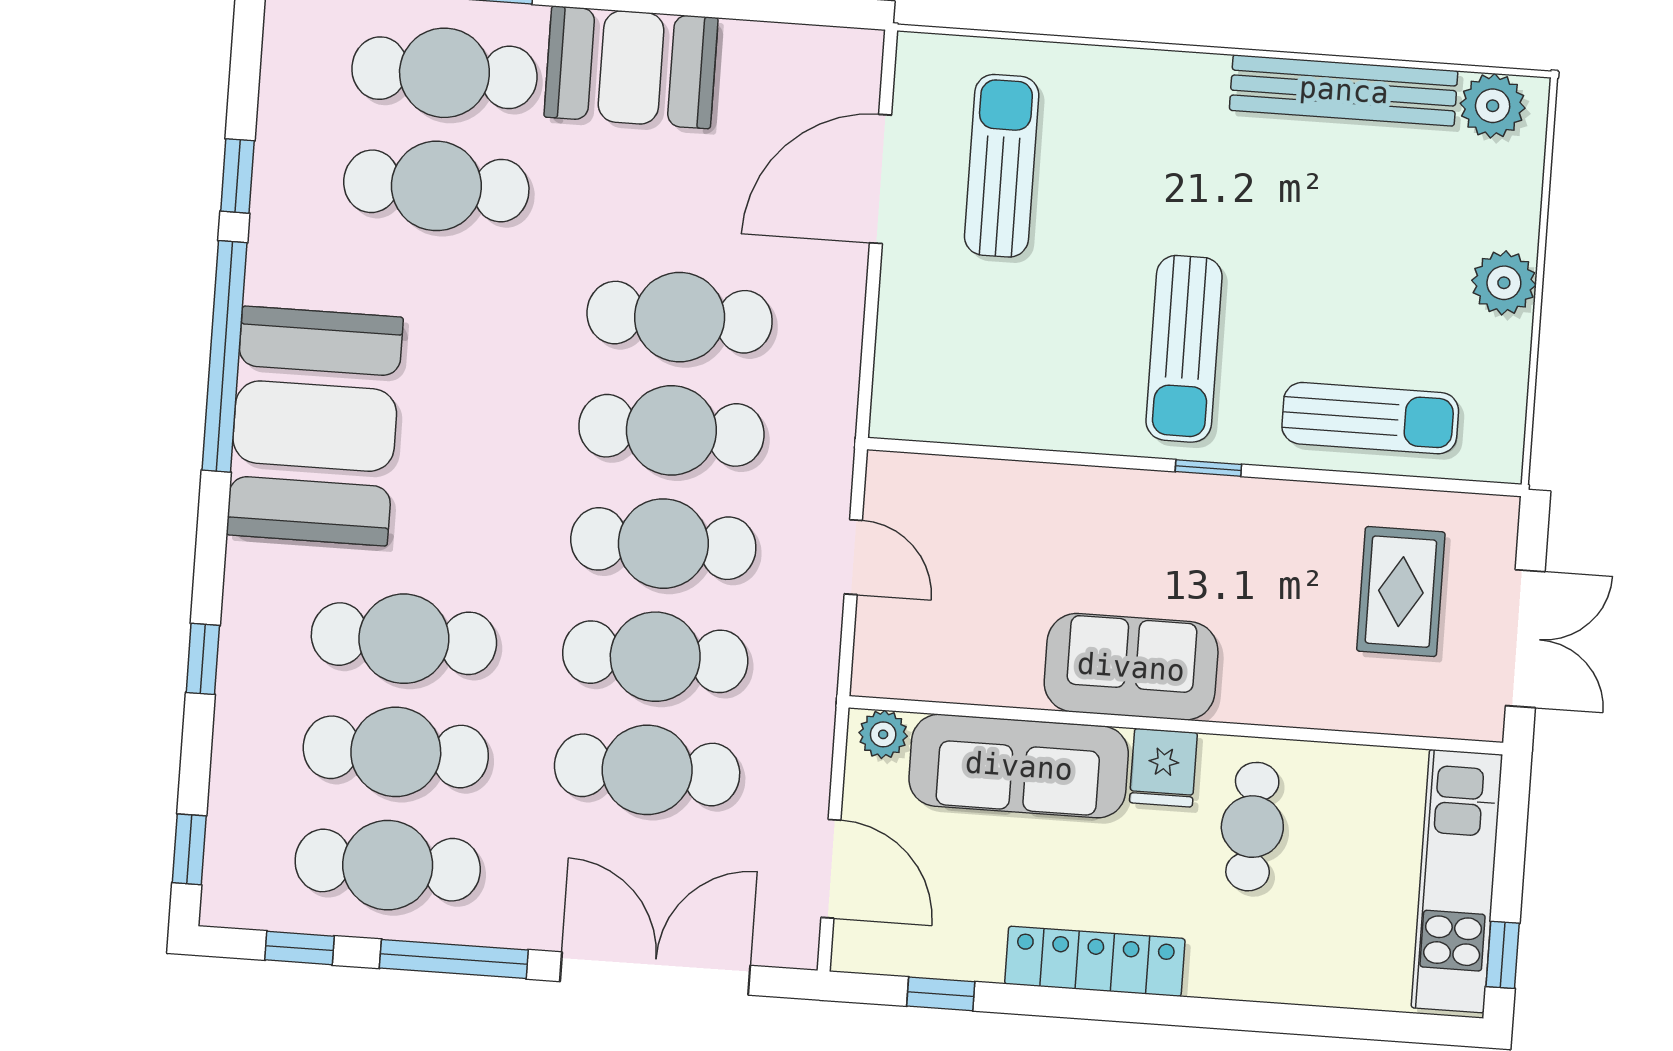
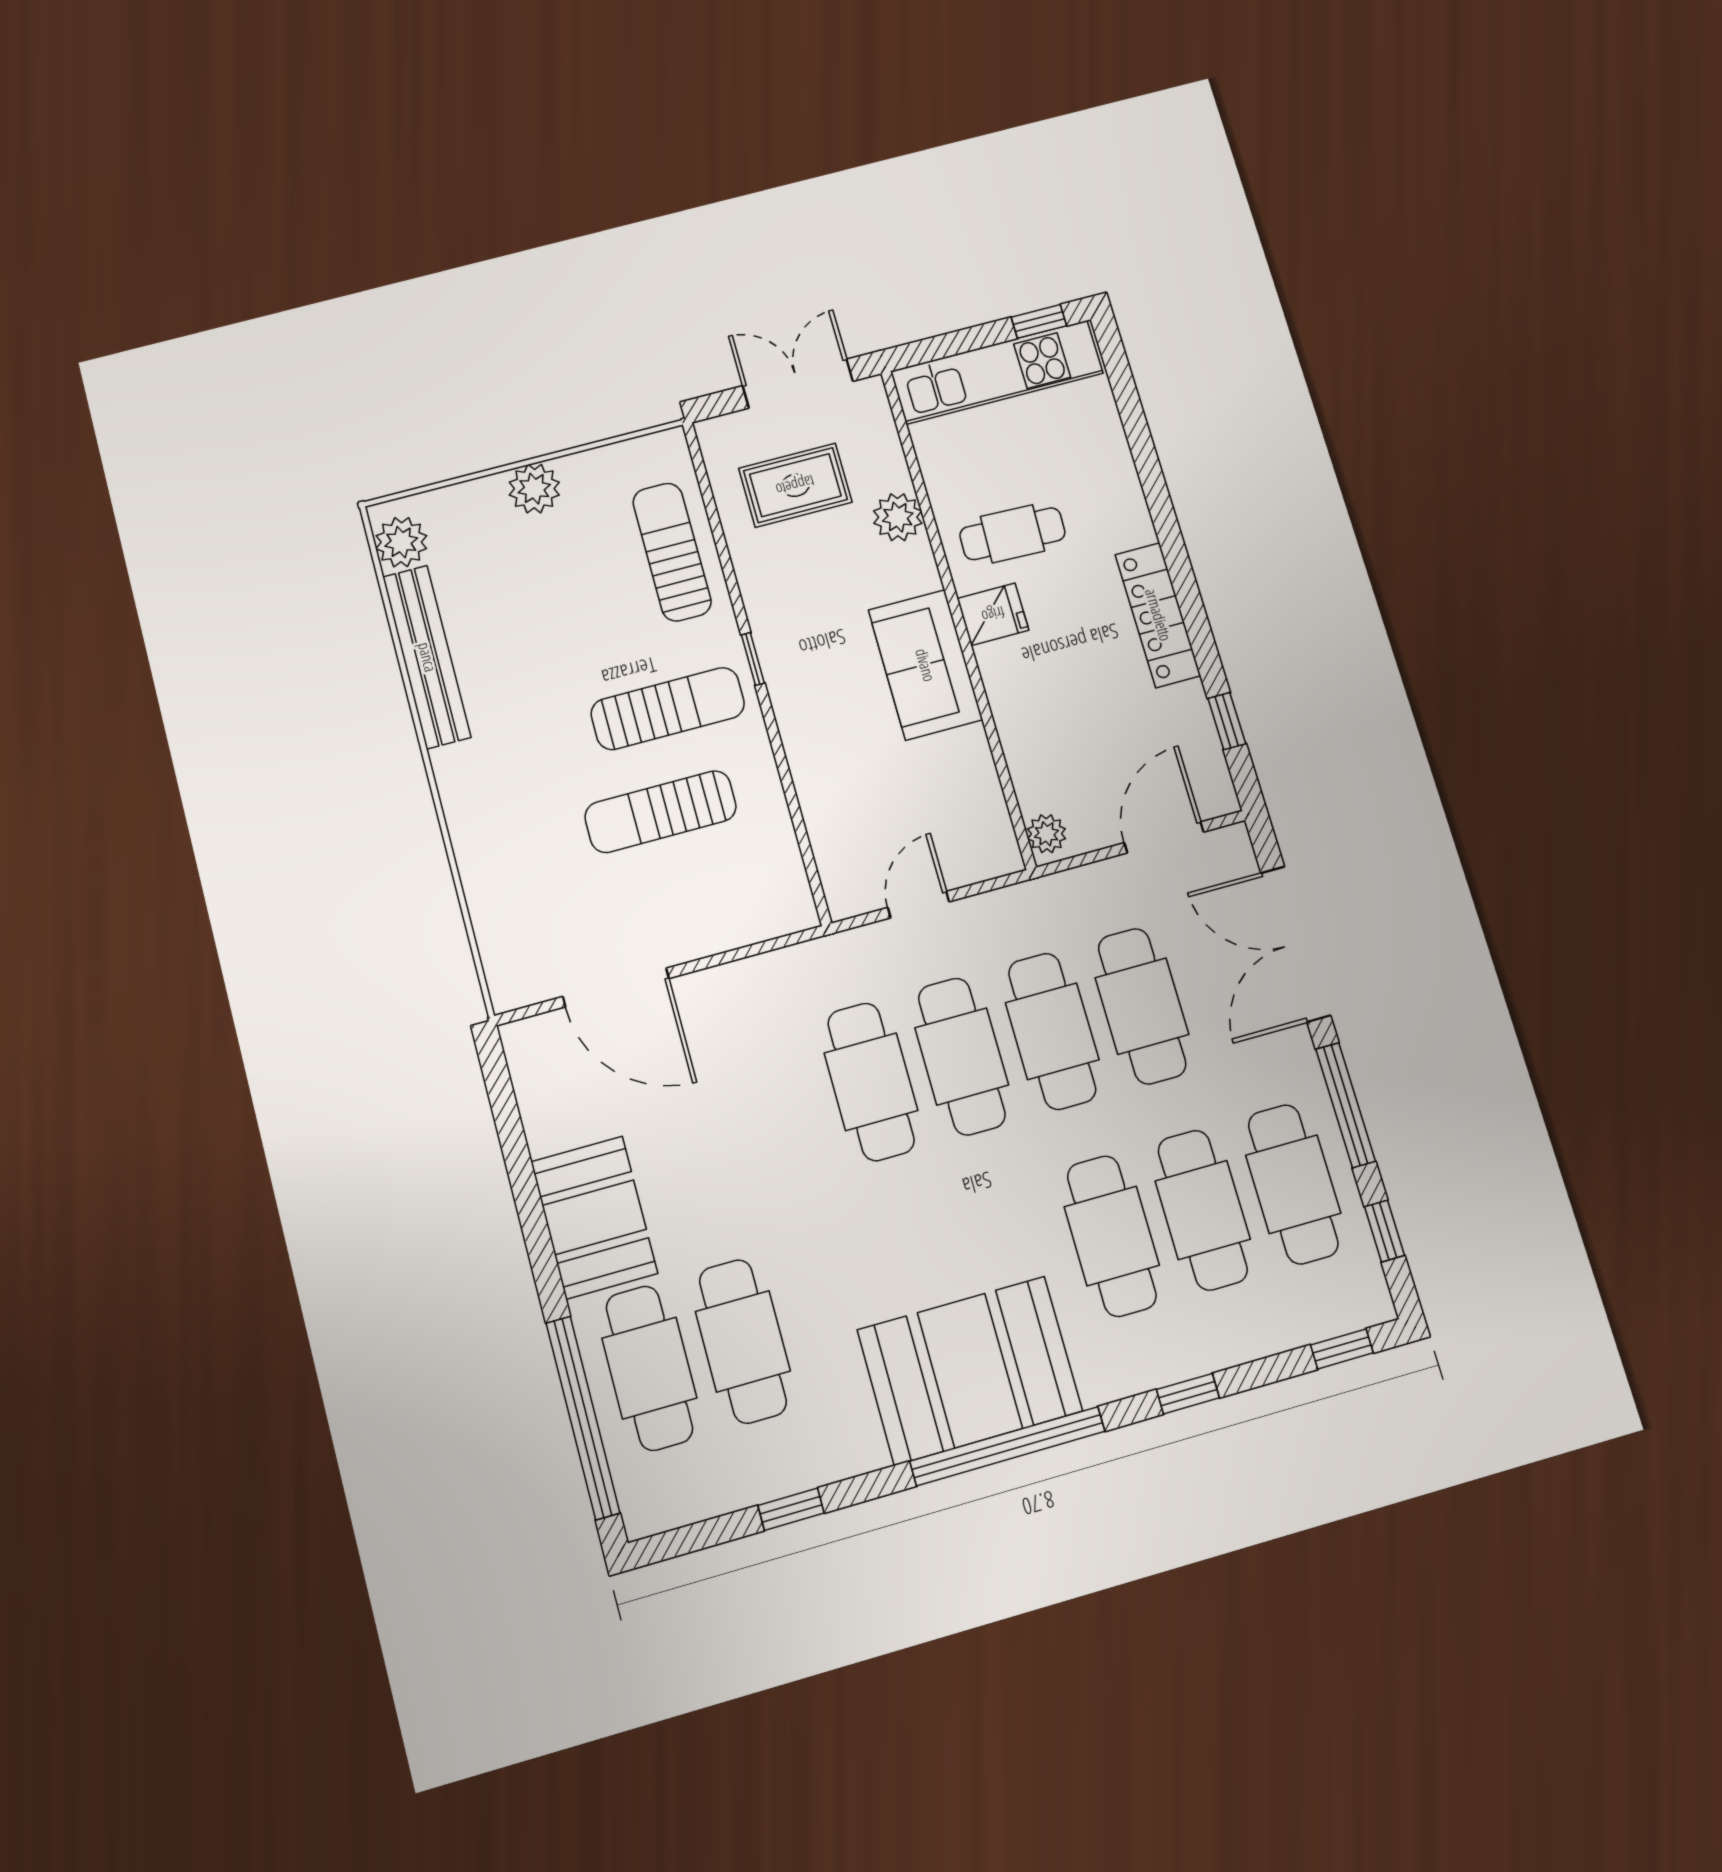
sun lounger: (1002, 166) -> (661, 812), moved
cafe table: (680, 317) -> (780, 1107), removed
window: (225, 356) -> (1007, 1446), moved
plant: (1320, 698) -> (898, 517), added
sofa: (1019, 766) -> (1032, 723), removed

